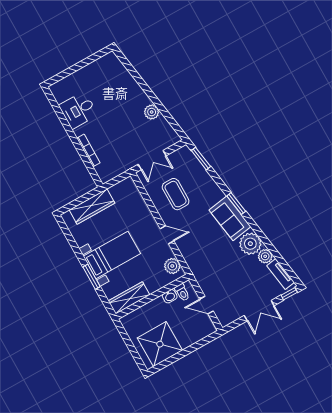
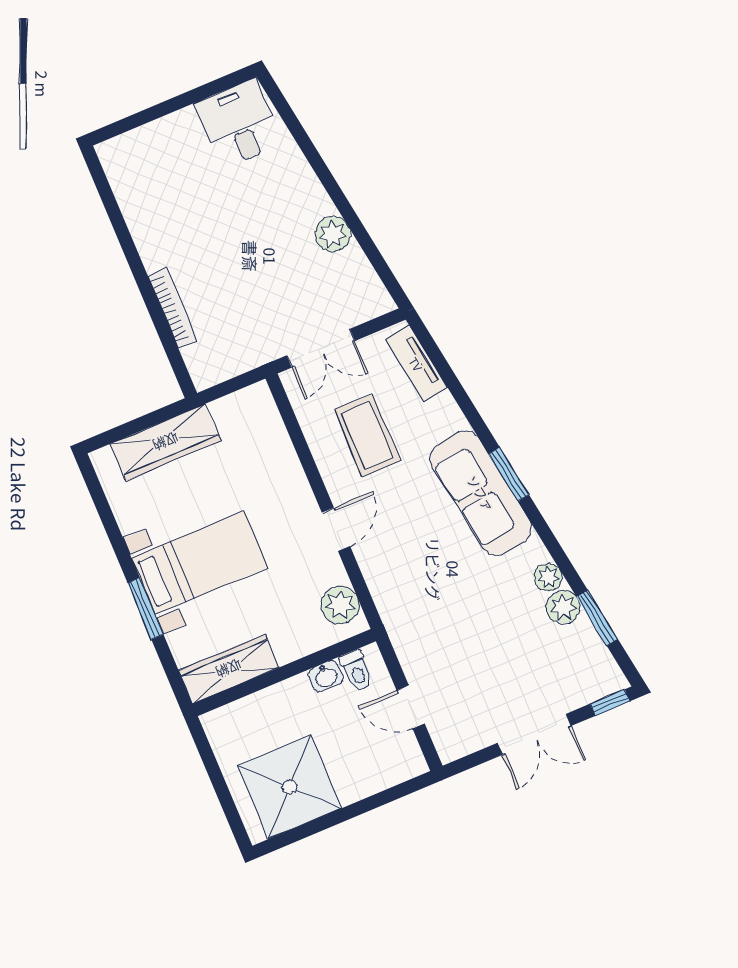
desk: (78, 110) -> (239, 124), moved, turned 90
window: (201, 159) -> (597, 618), moved
sofa: (230, 218) -> (481, 493), width x1.36
door: (167, 235) -> (336, 530), hinge flipped
plant: (250, 244) -> (548, 577), width x0.53, depth x0.53
tv unit: (281, 274) -> (416, 364), moved

